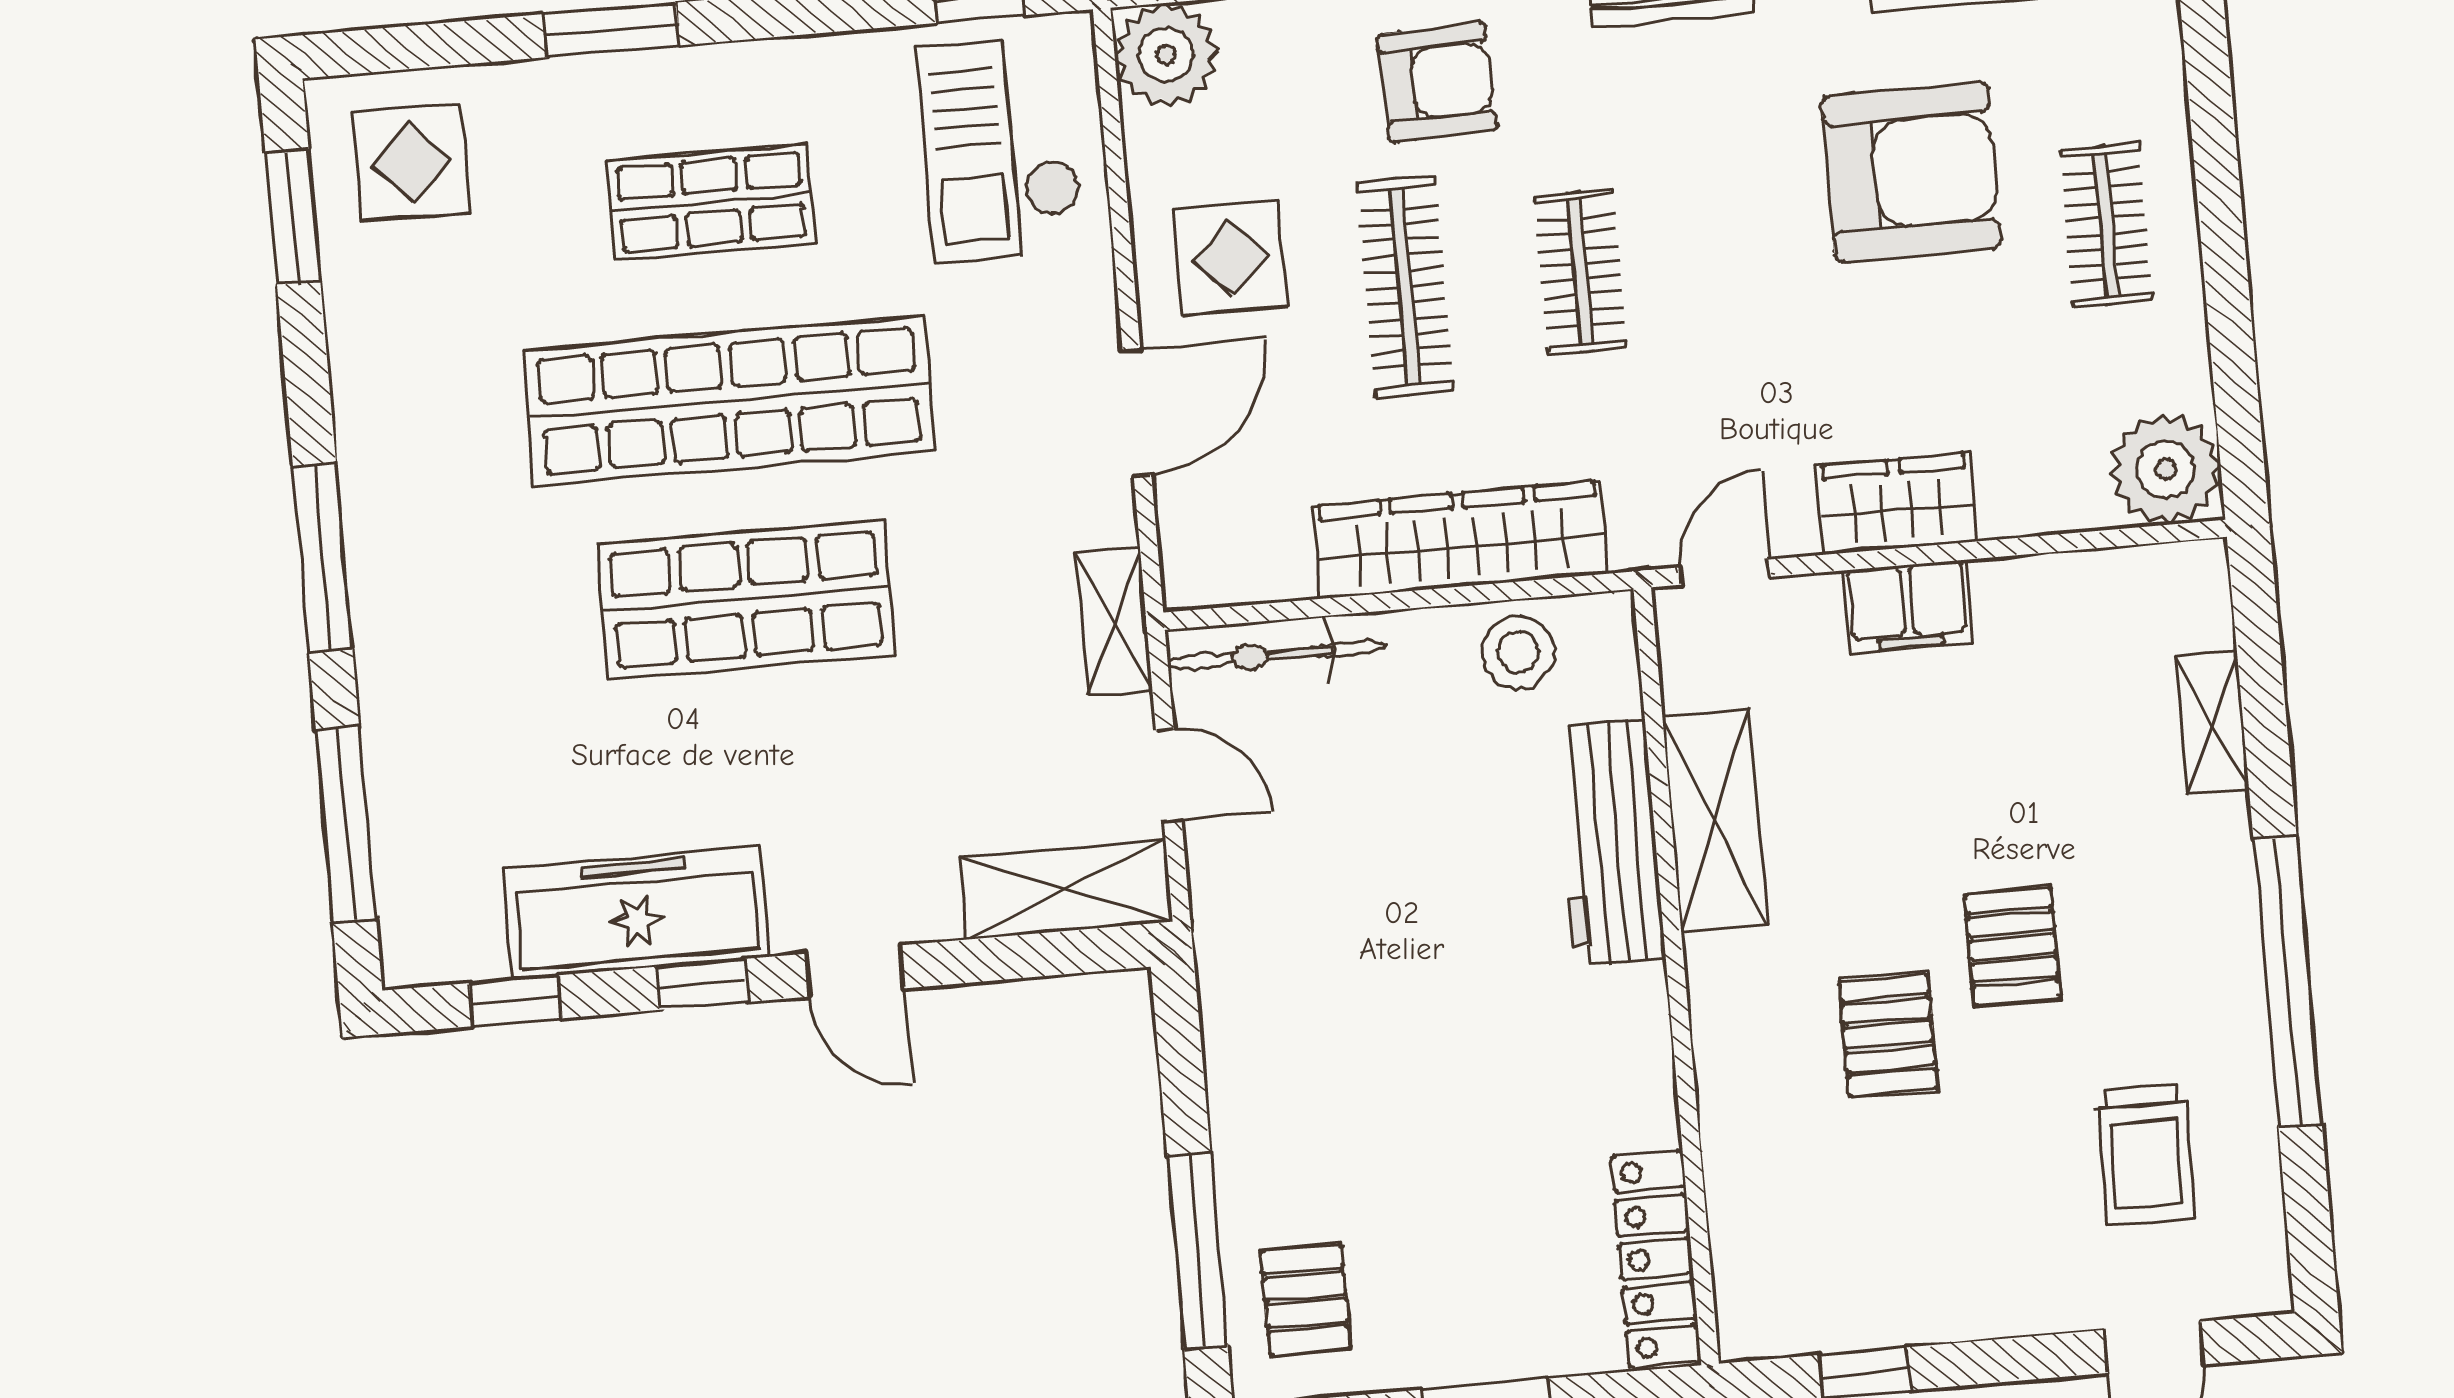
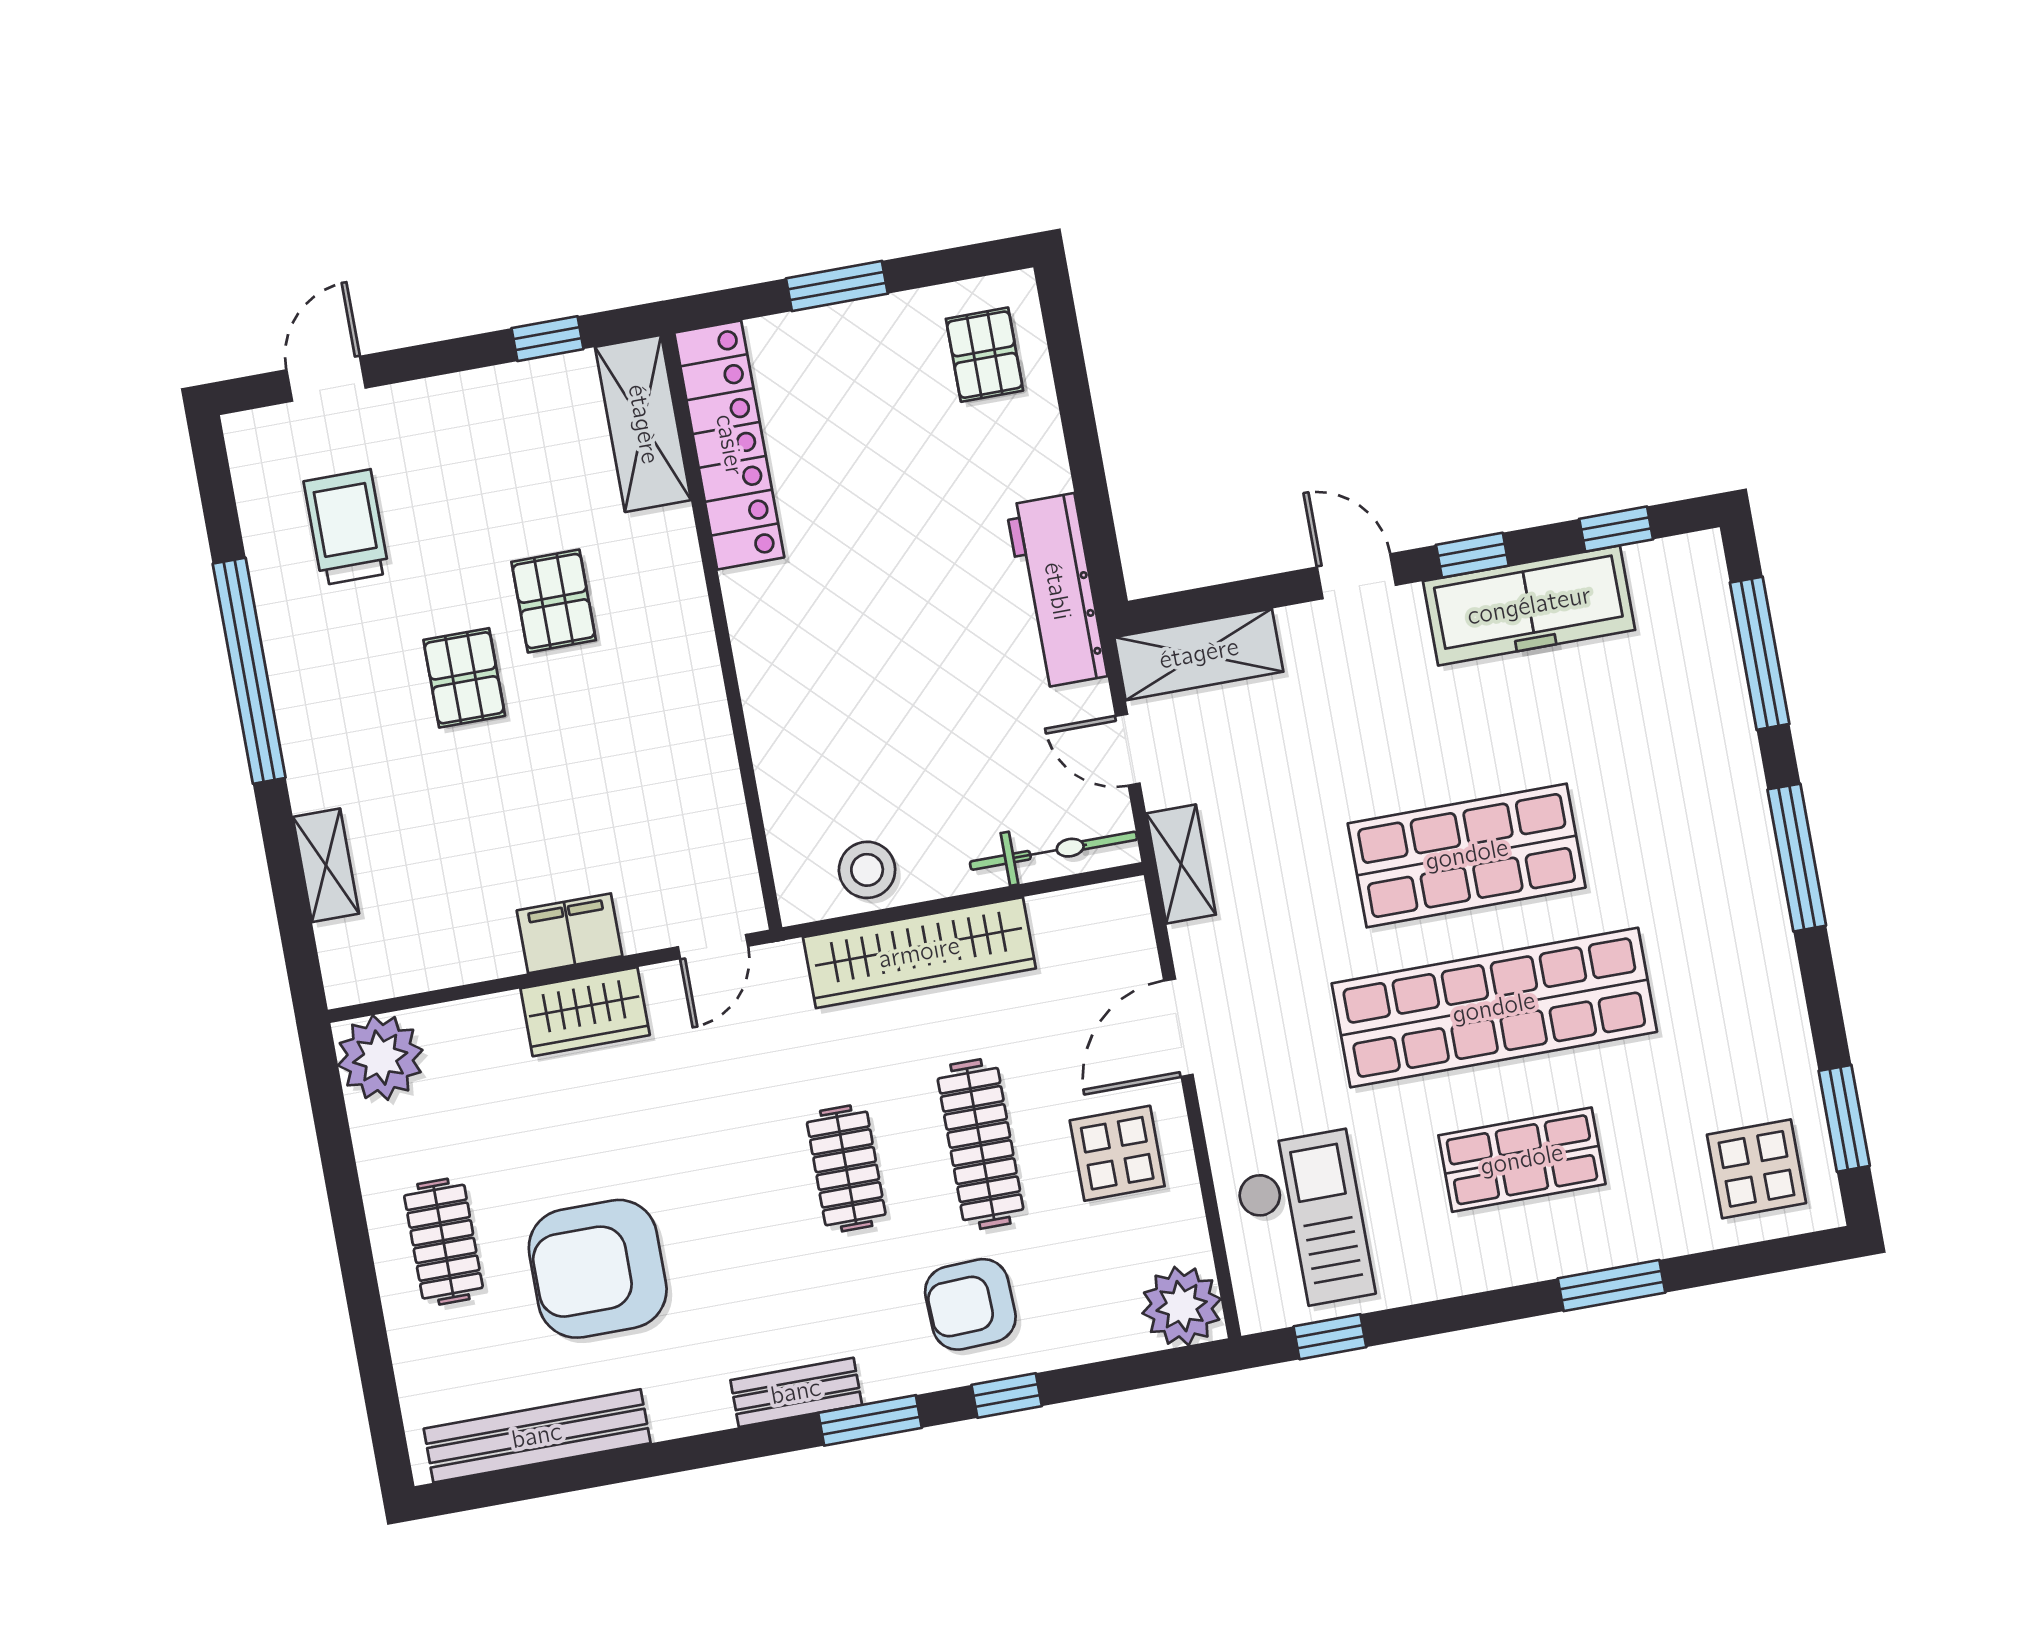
shelving: (1715, 820) -> (643, 424), moved
workbench: (1610, 842) -> (1057, 591), moved, turned 180
window: (1197, 1252) -> (1072, 384), removed
locker: (1656, 1259) -> (729, 445), width x1.41, depth x1.21

